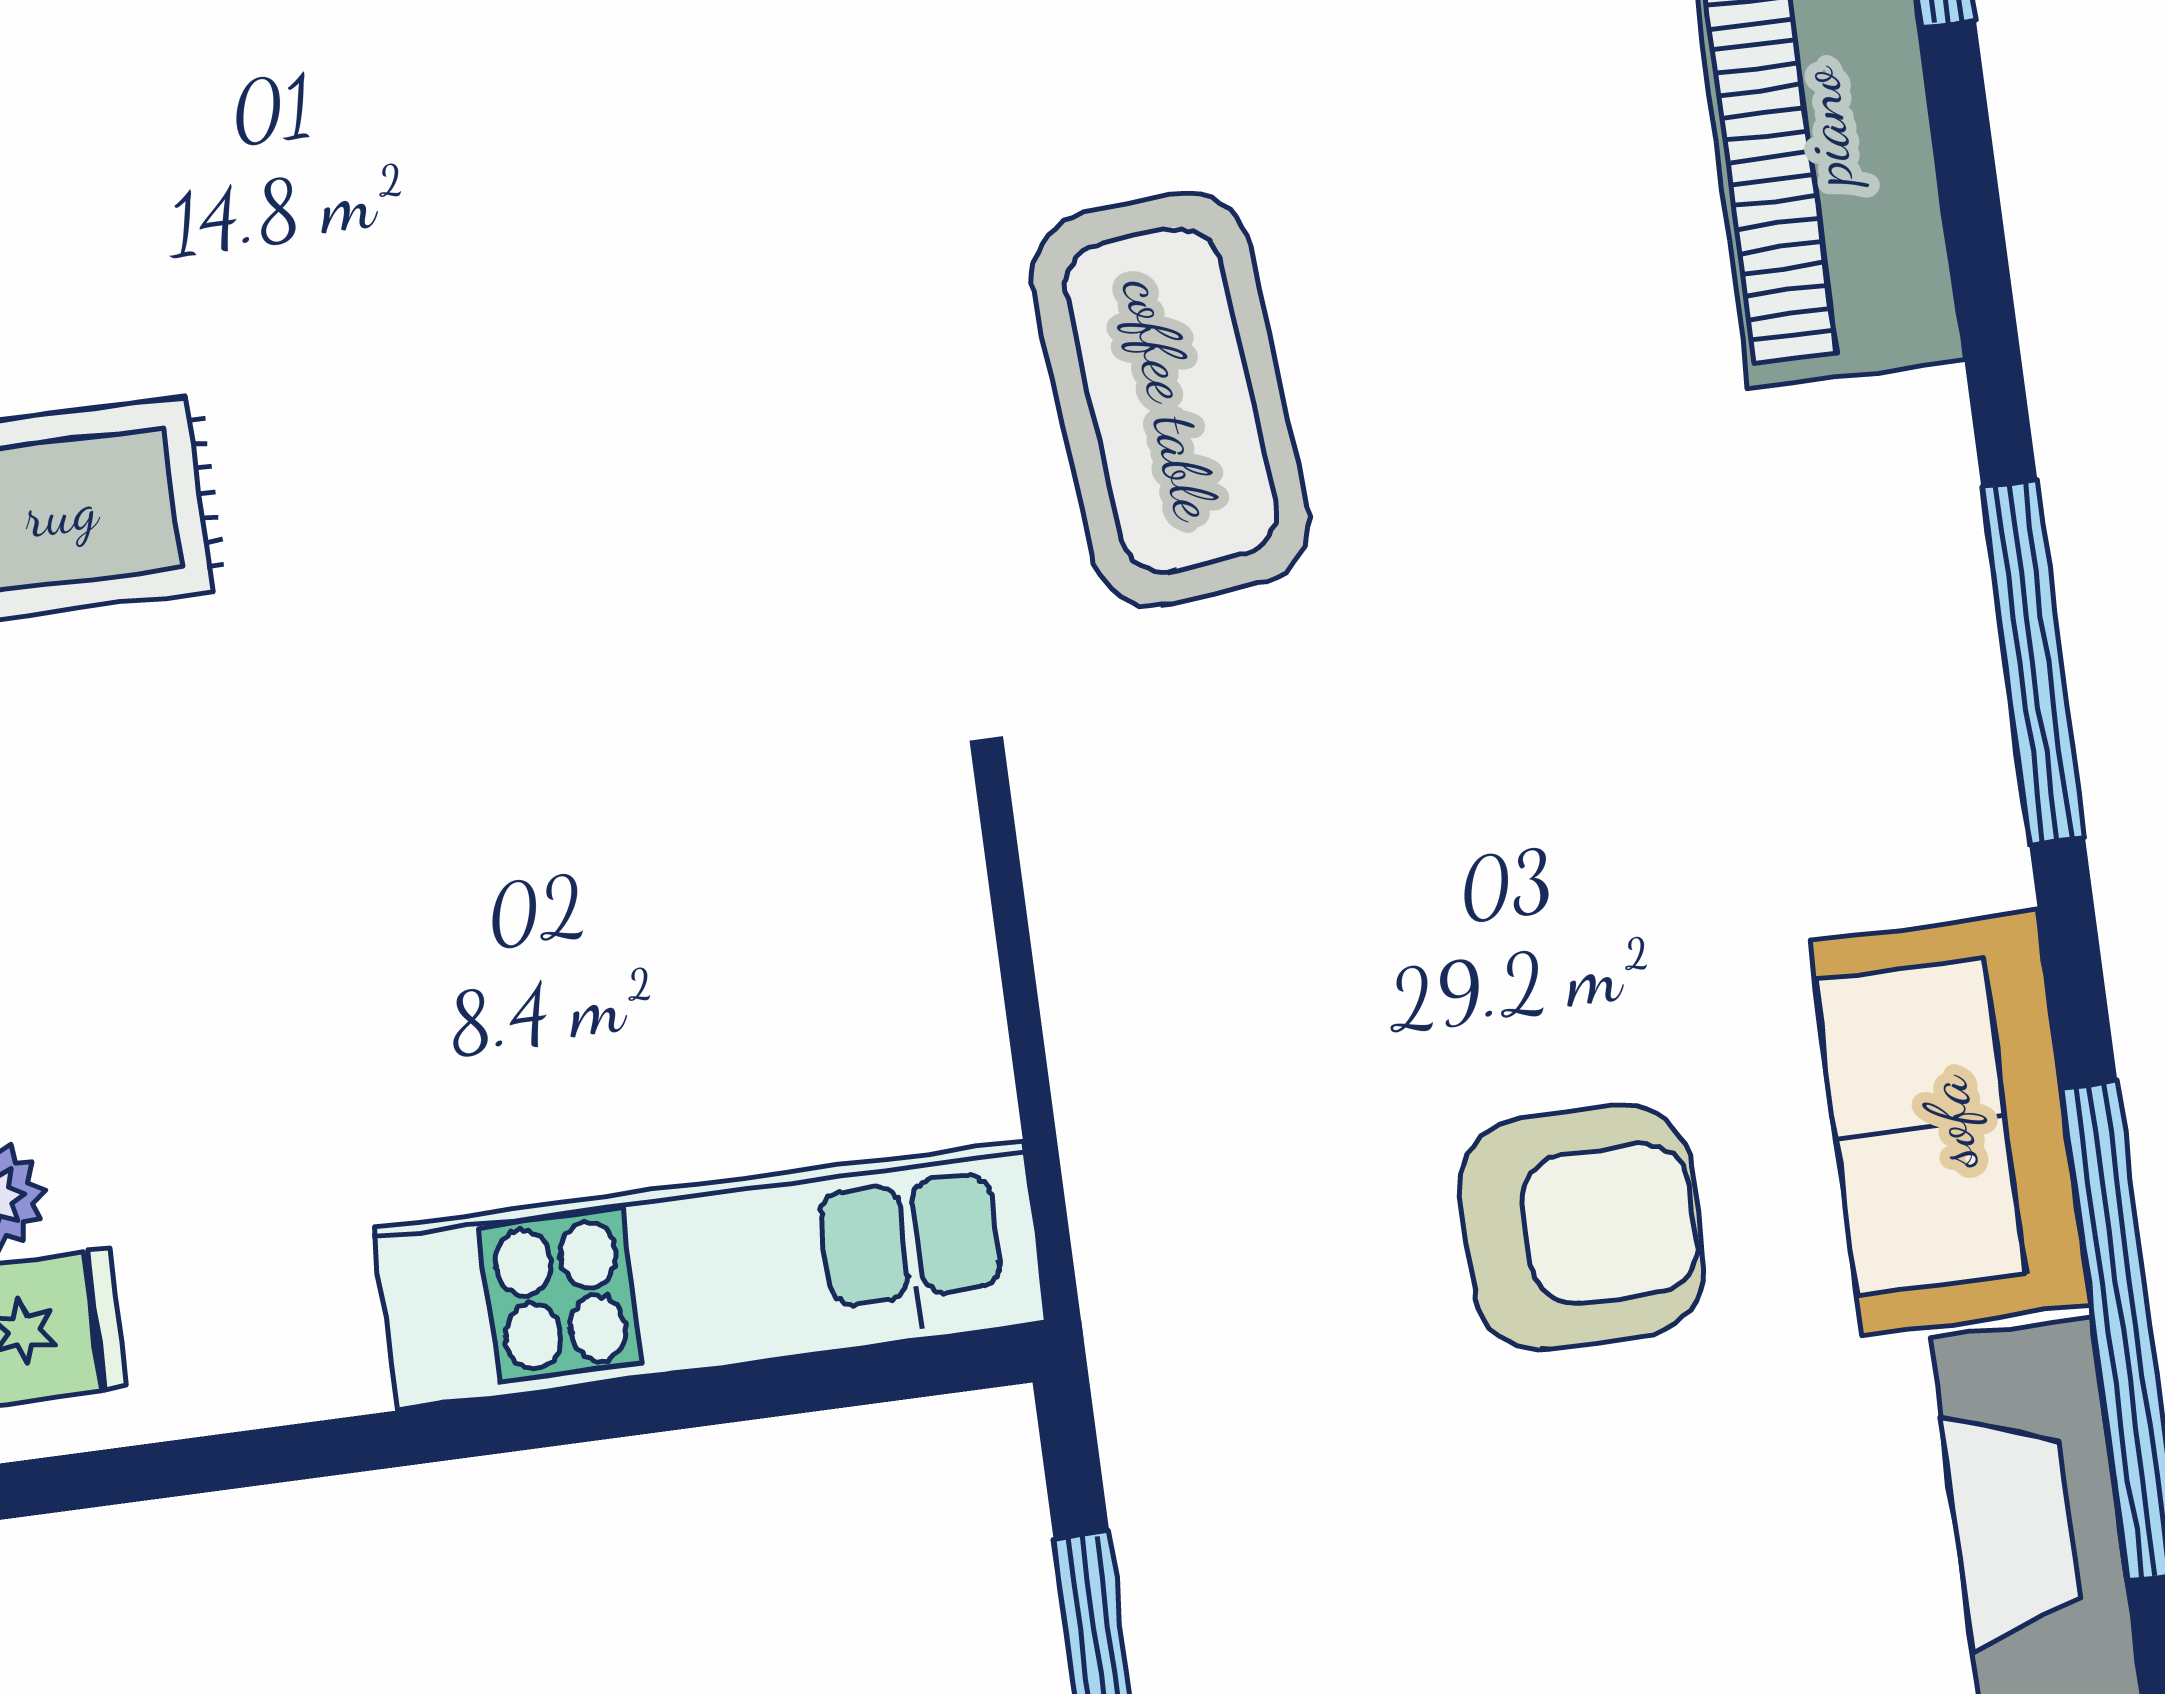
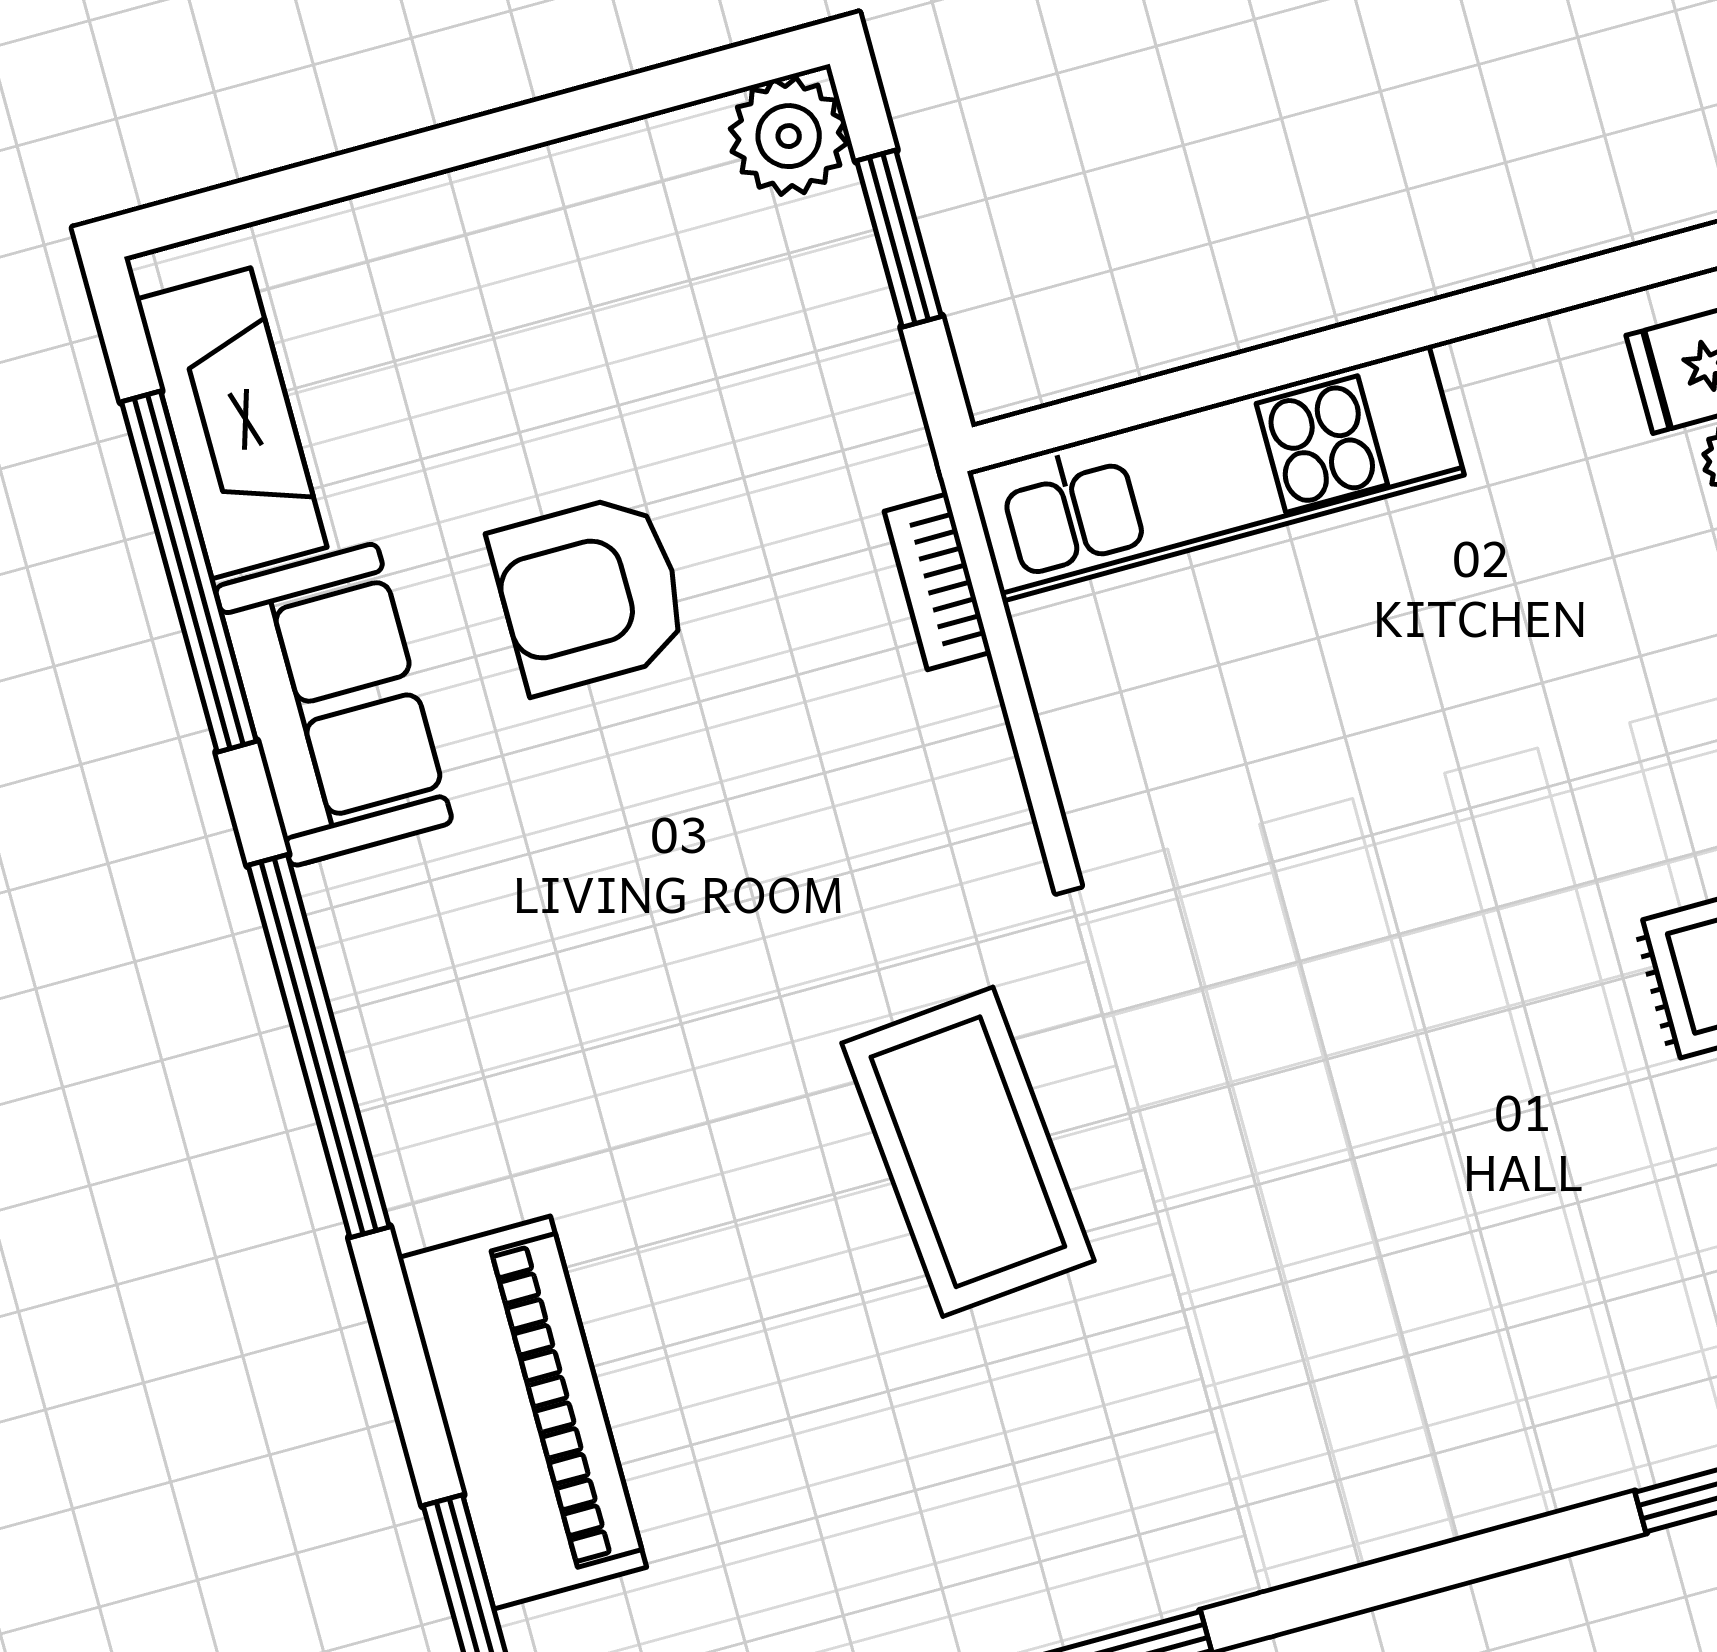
window: (2033, 662) -> (319, 1046), width x1.46
bookcase: (1108, 1179) -> (938, 582), added

